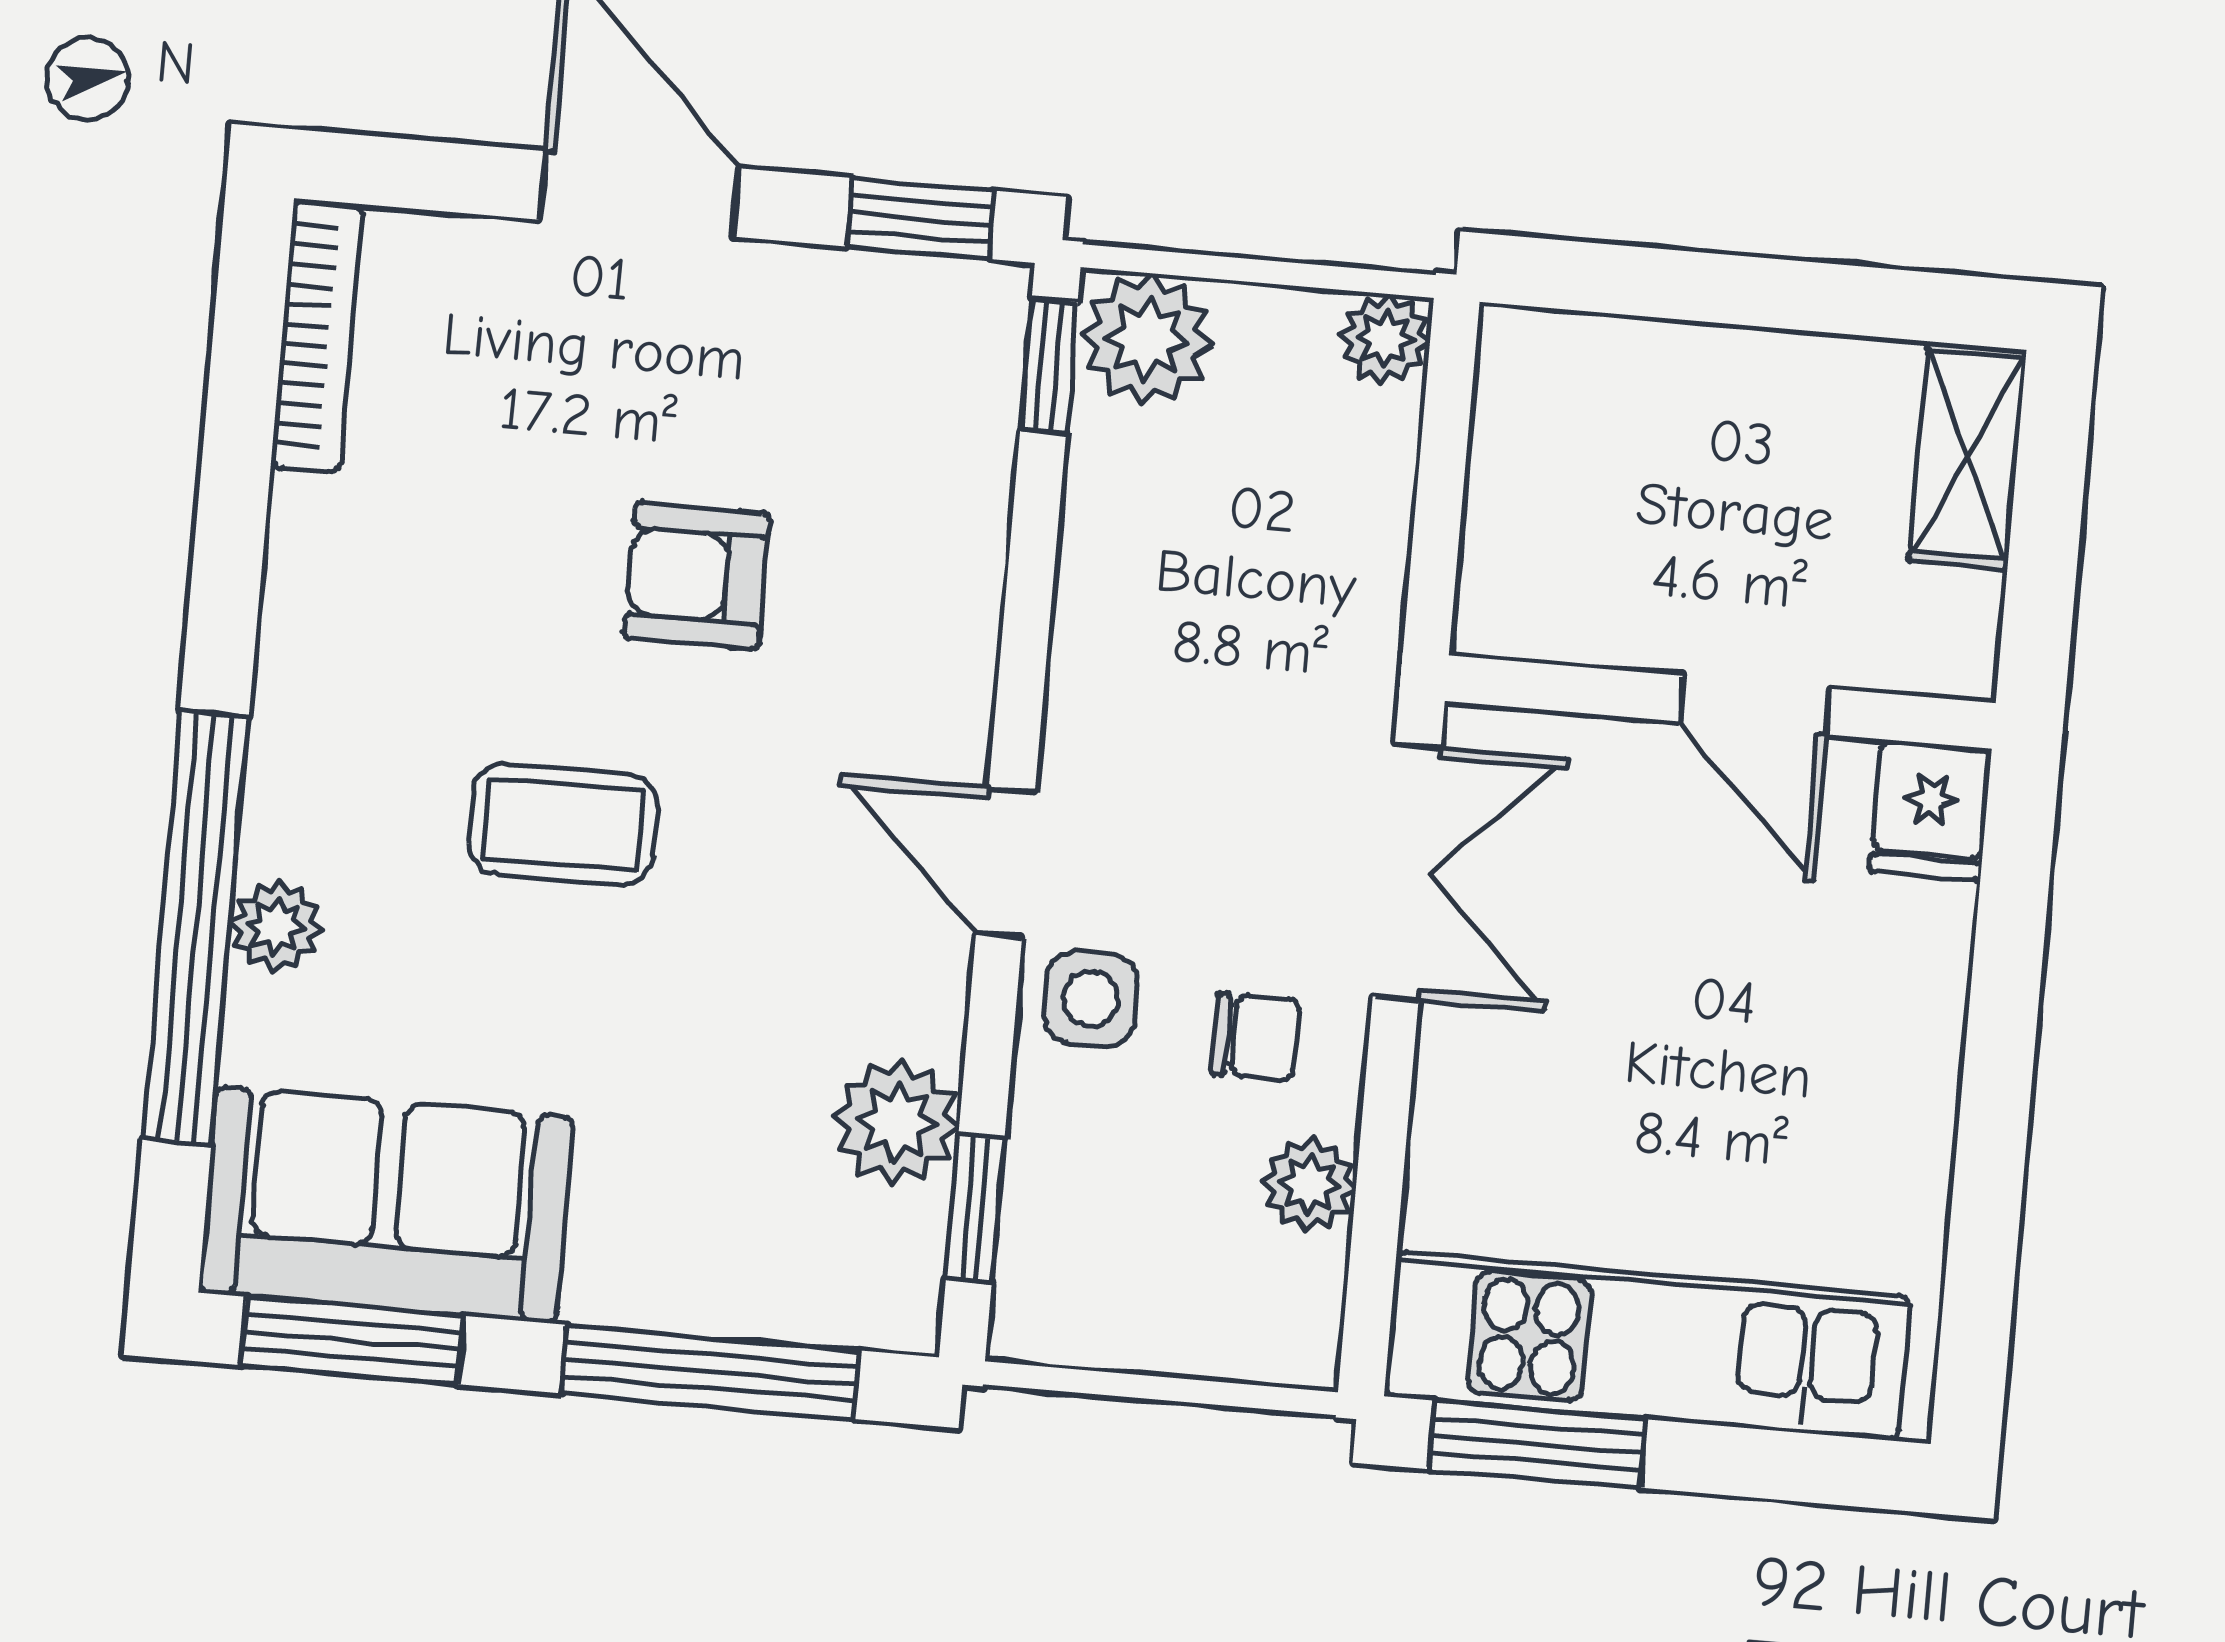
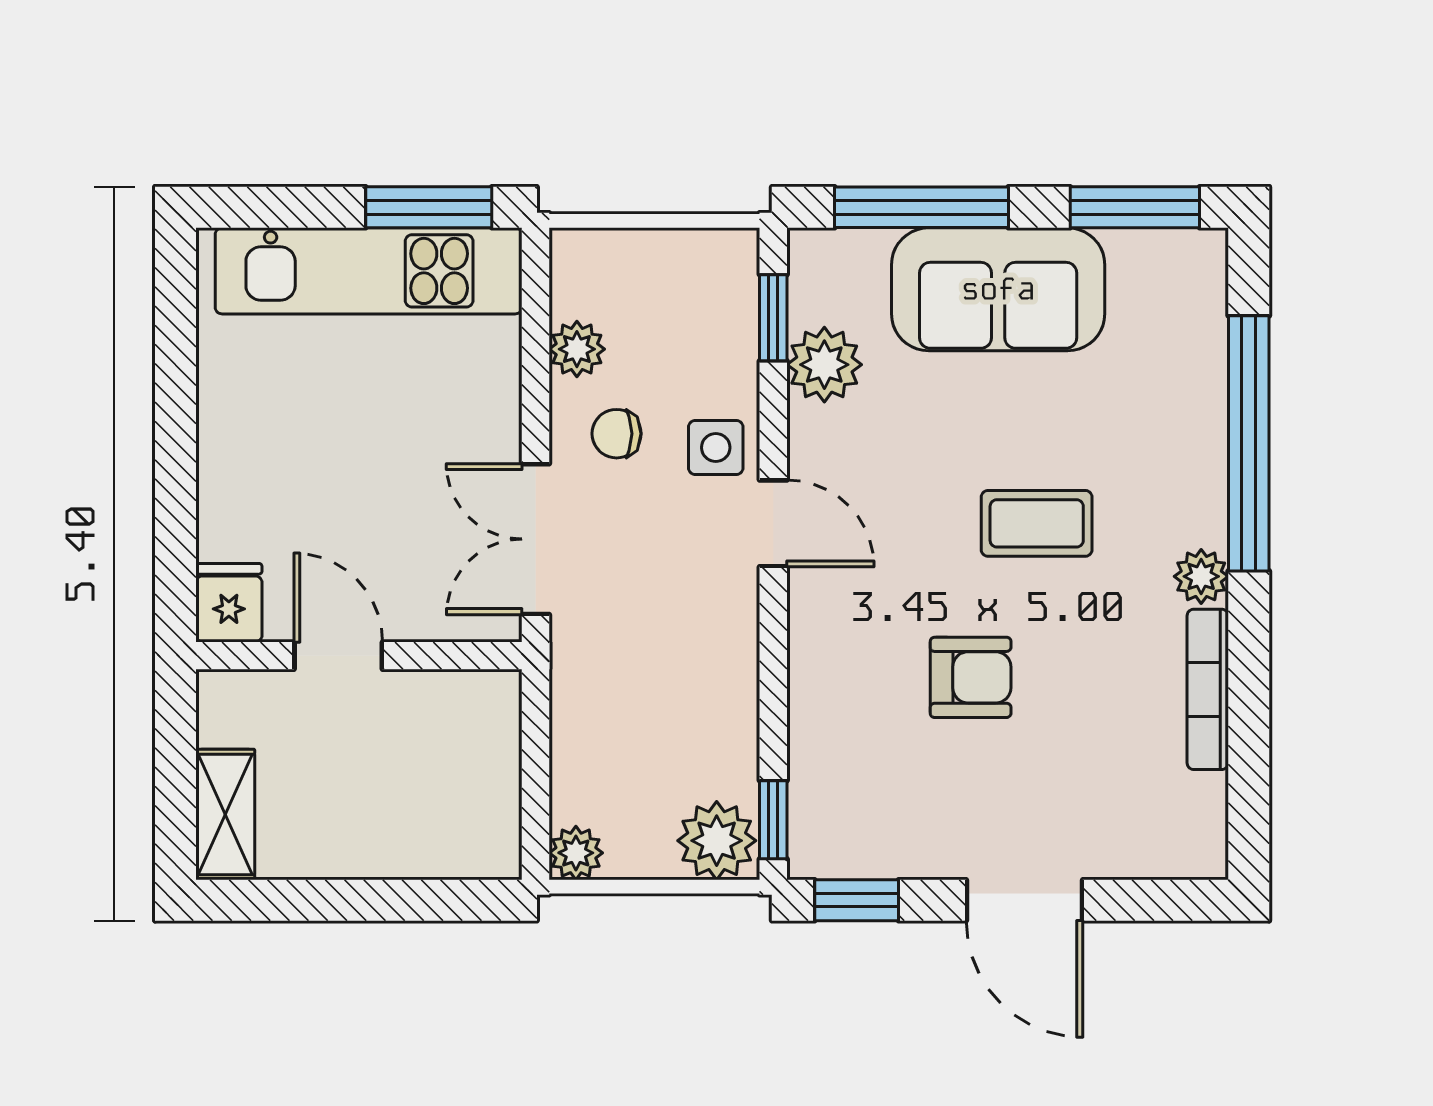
bookcase: (317, 336) -> (1208, 689), moved
plant: (276, 927) -> (1201, 576), moved
sofa: (386, 1205) -> (998, 289), moved

